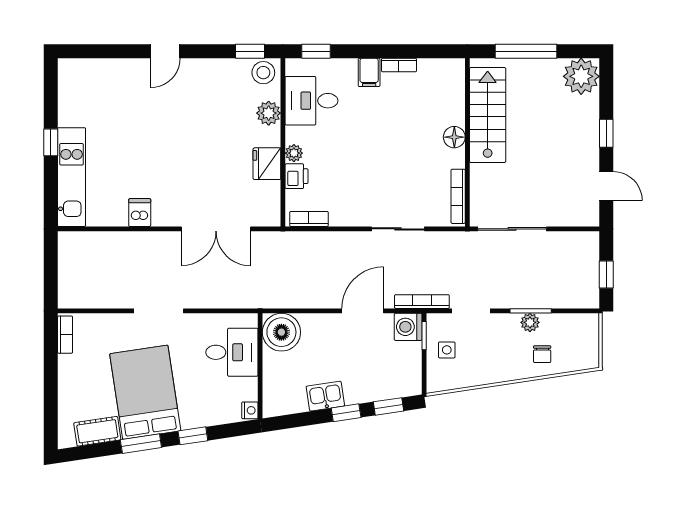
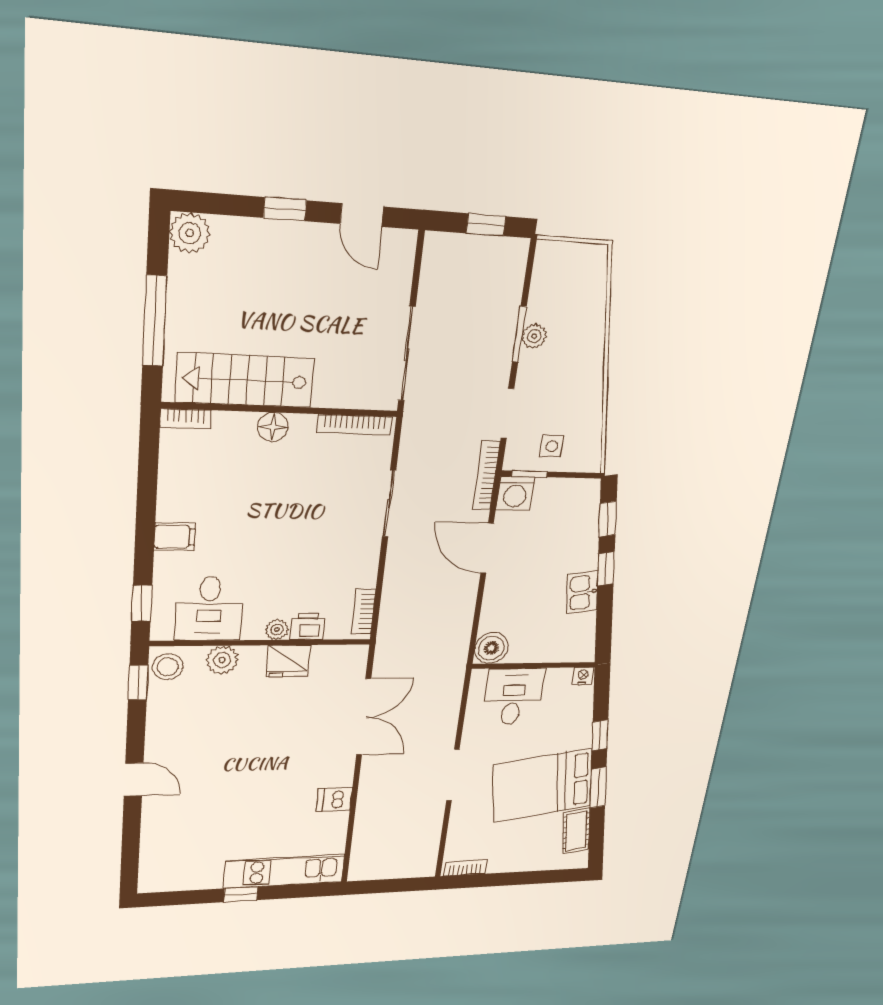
bookcase: (399, 65) -> (186, 419), moved, turned 90
plant: (581, 76) -> (190, 233), width x0.73, depth x0.73
door: (606, 186) -> (362, 215), swing flipped
boiler: (281, 332) -> (491, 648), width x0.73, depth x0.73
chair: (542, 354) -> (578, 322), removed

